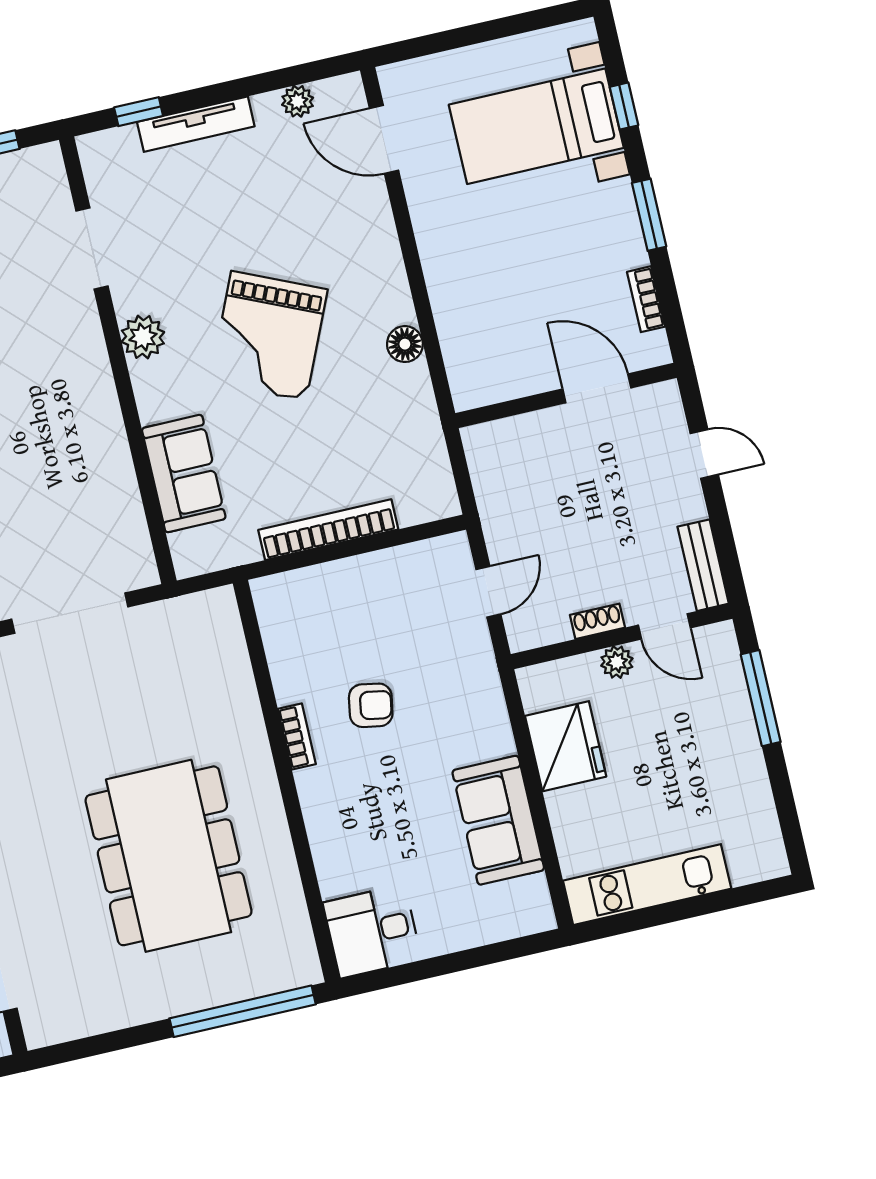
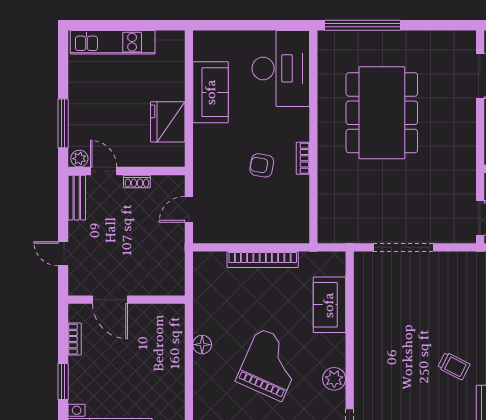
plant: (617, 662) -> (79, 159), moved
kitchen unit: (647, 885) -> (113, 42), moved
desk: (372, 931) -> (281, 68), width x1.87, depth x1.30

